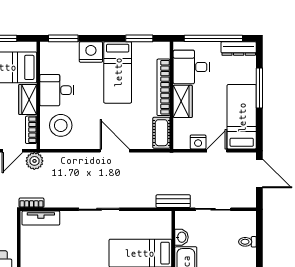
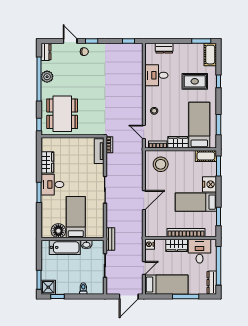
desk: (57, 90) -> (184, 162), removed
cot: (161, 133) -> (206, 156), moved
nightstand: (198, 142) -> (150, 244), moved
door: (217, 151) -> (144, 268), hinge flipped
plant: (34, 161) -> (137, 147), removed

